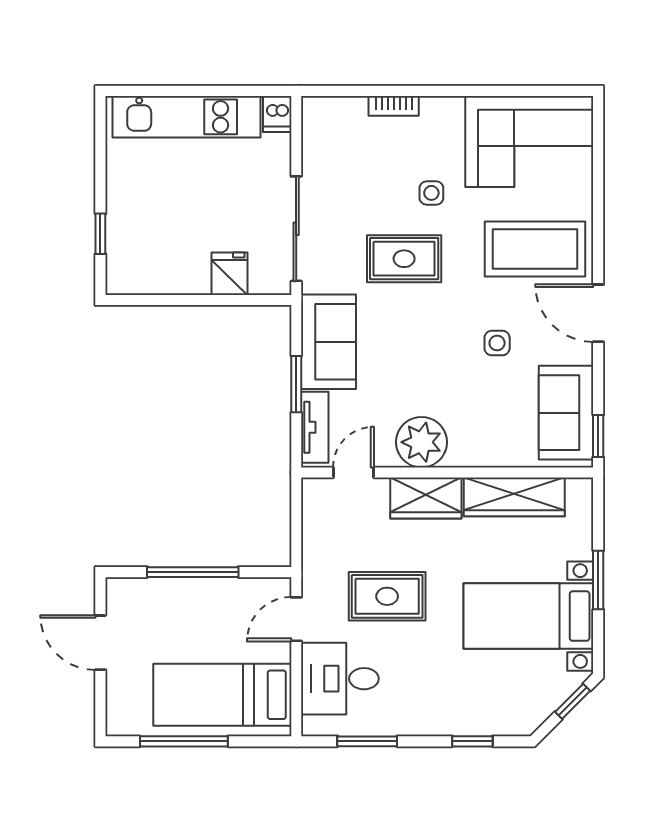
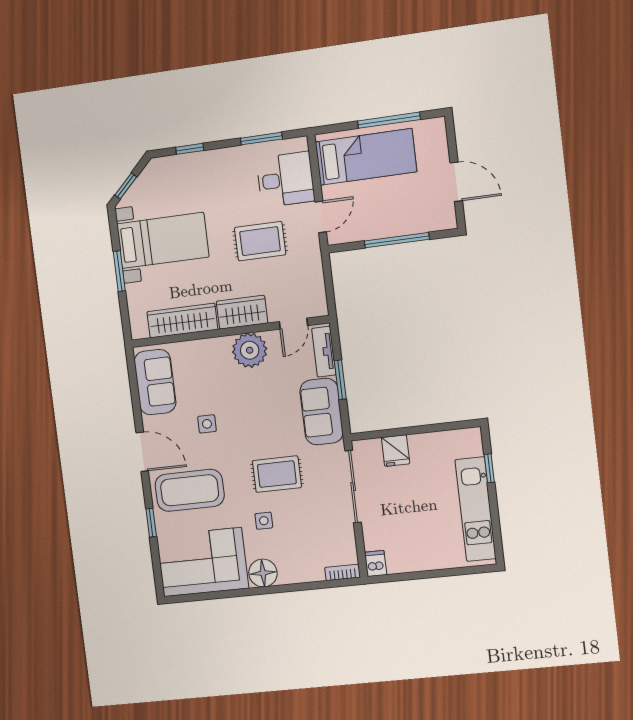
bookcase: (394, 106) -> (343, 572), moved
kitchen unit: (187, 117) -> (476, 509), moved, turned -90
floor lamp: (442, 117) -> (263, 573), added
window: (598, 436) -> (151, 523), moved

